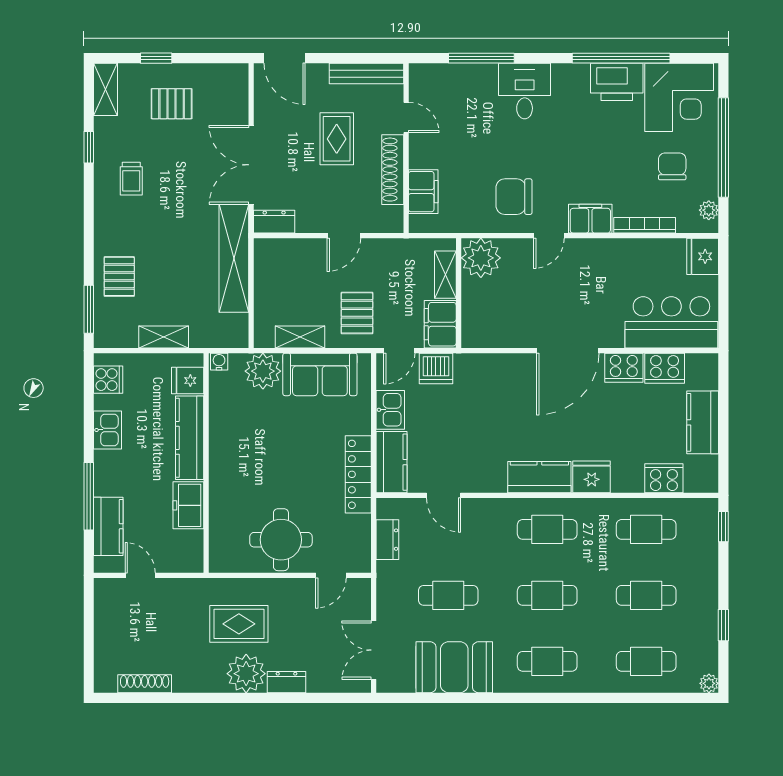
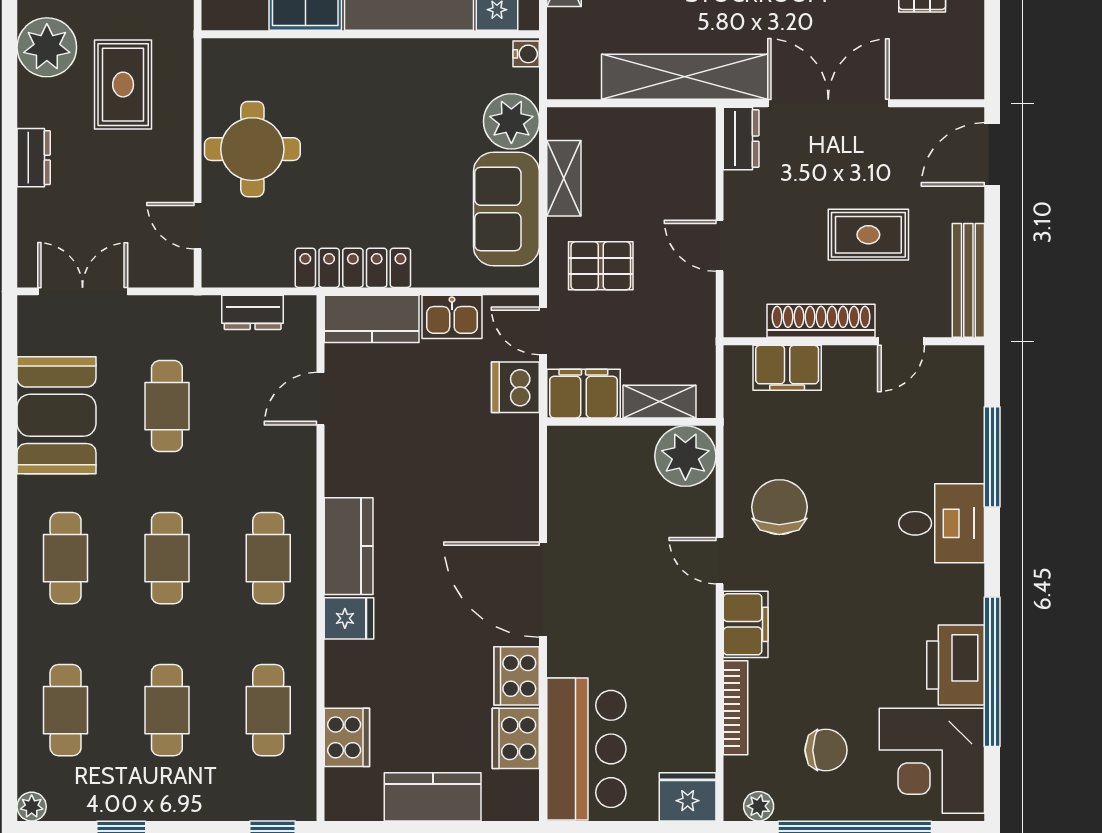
fridge: (592, 477) -> (349, 618), width x0.72
plant: (246, 674) -> (47, 47), moved

